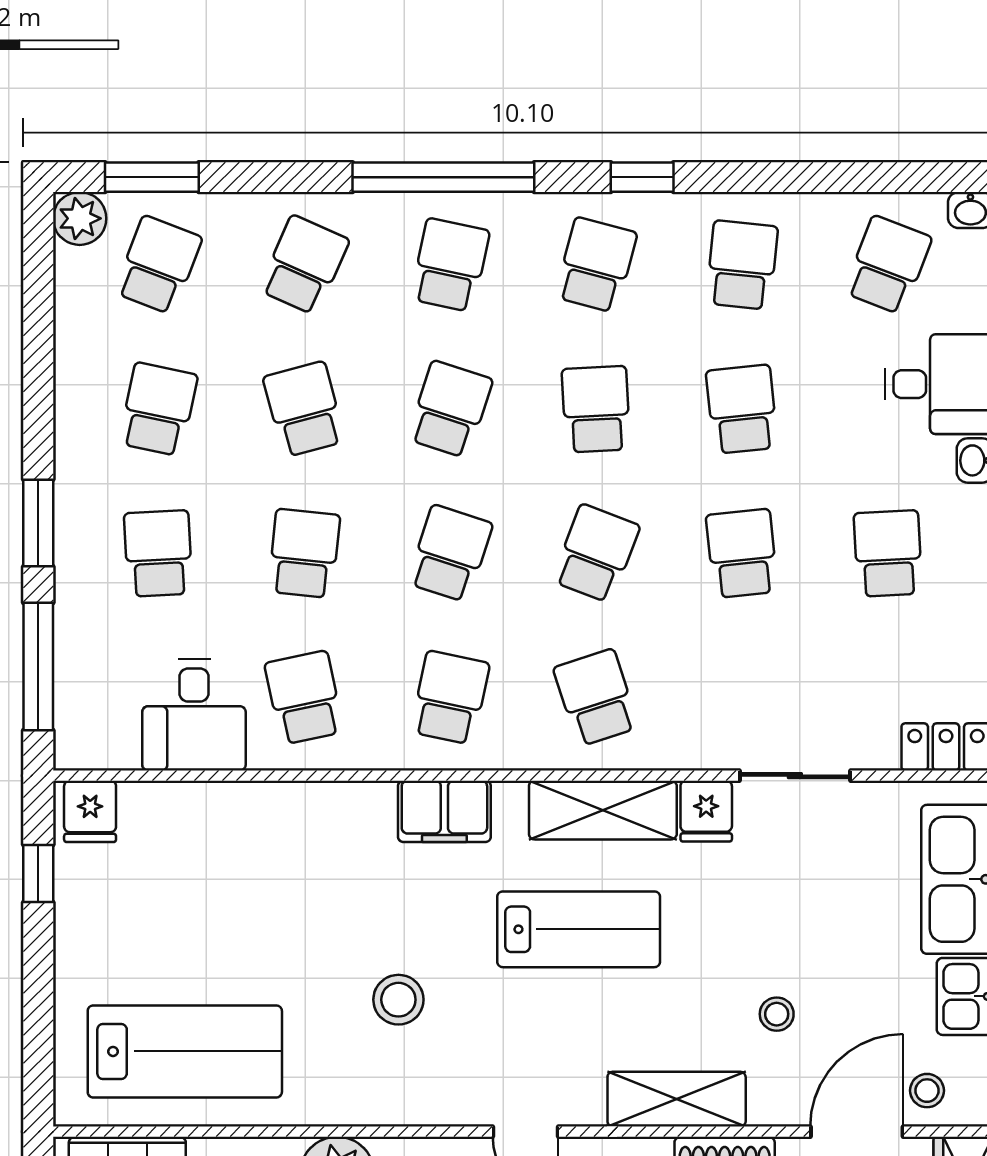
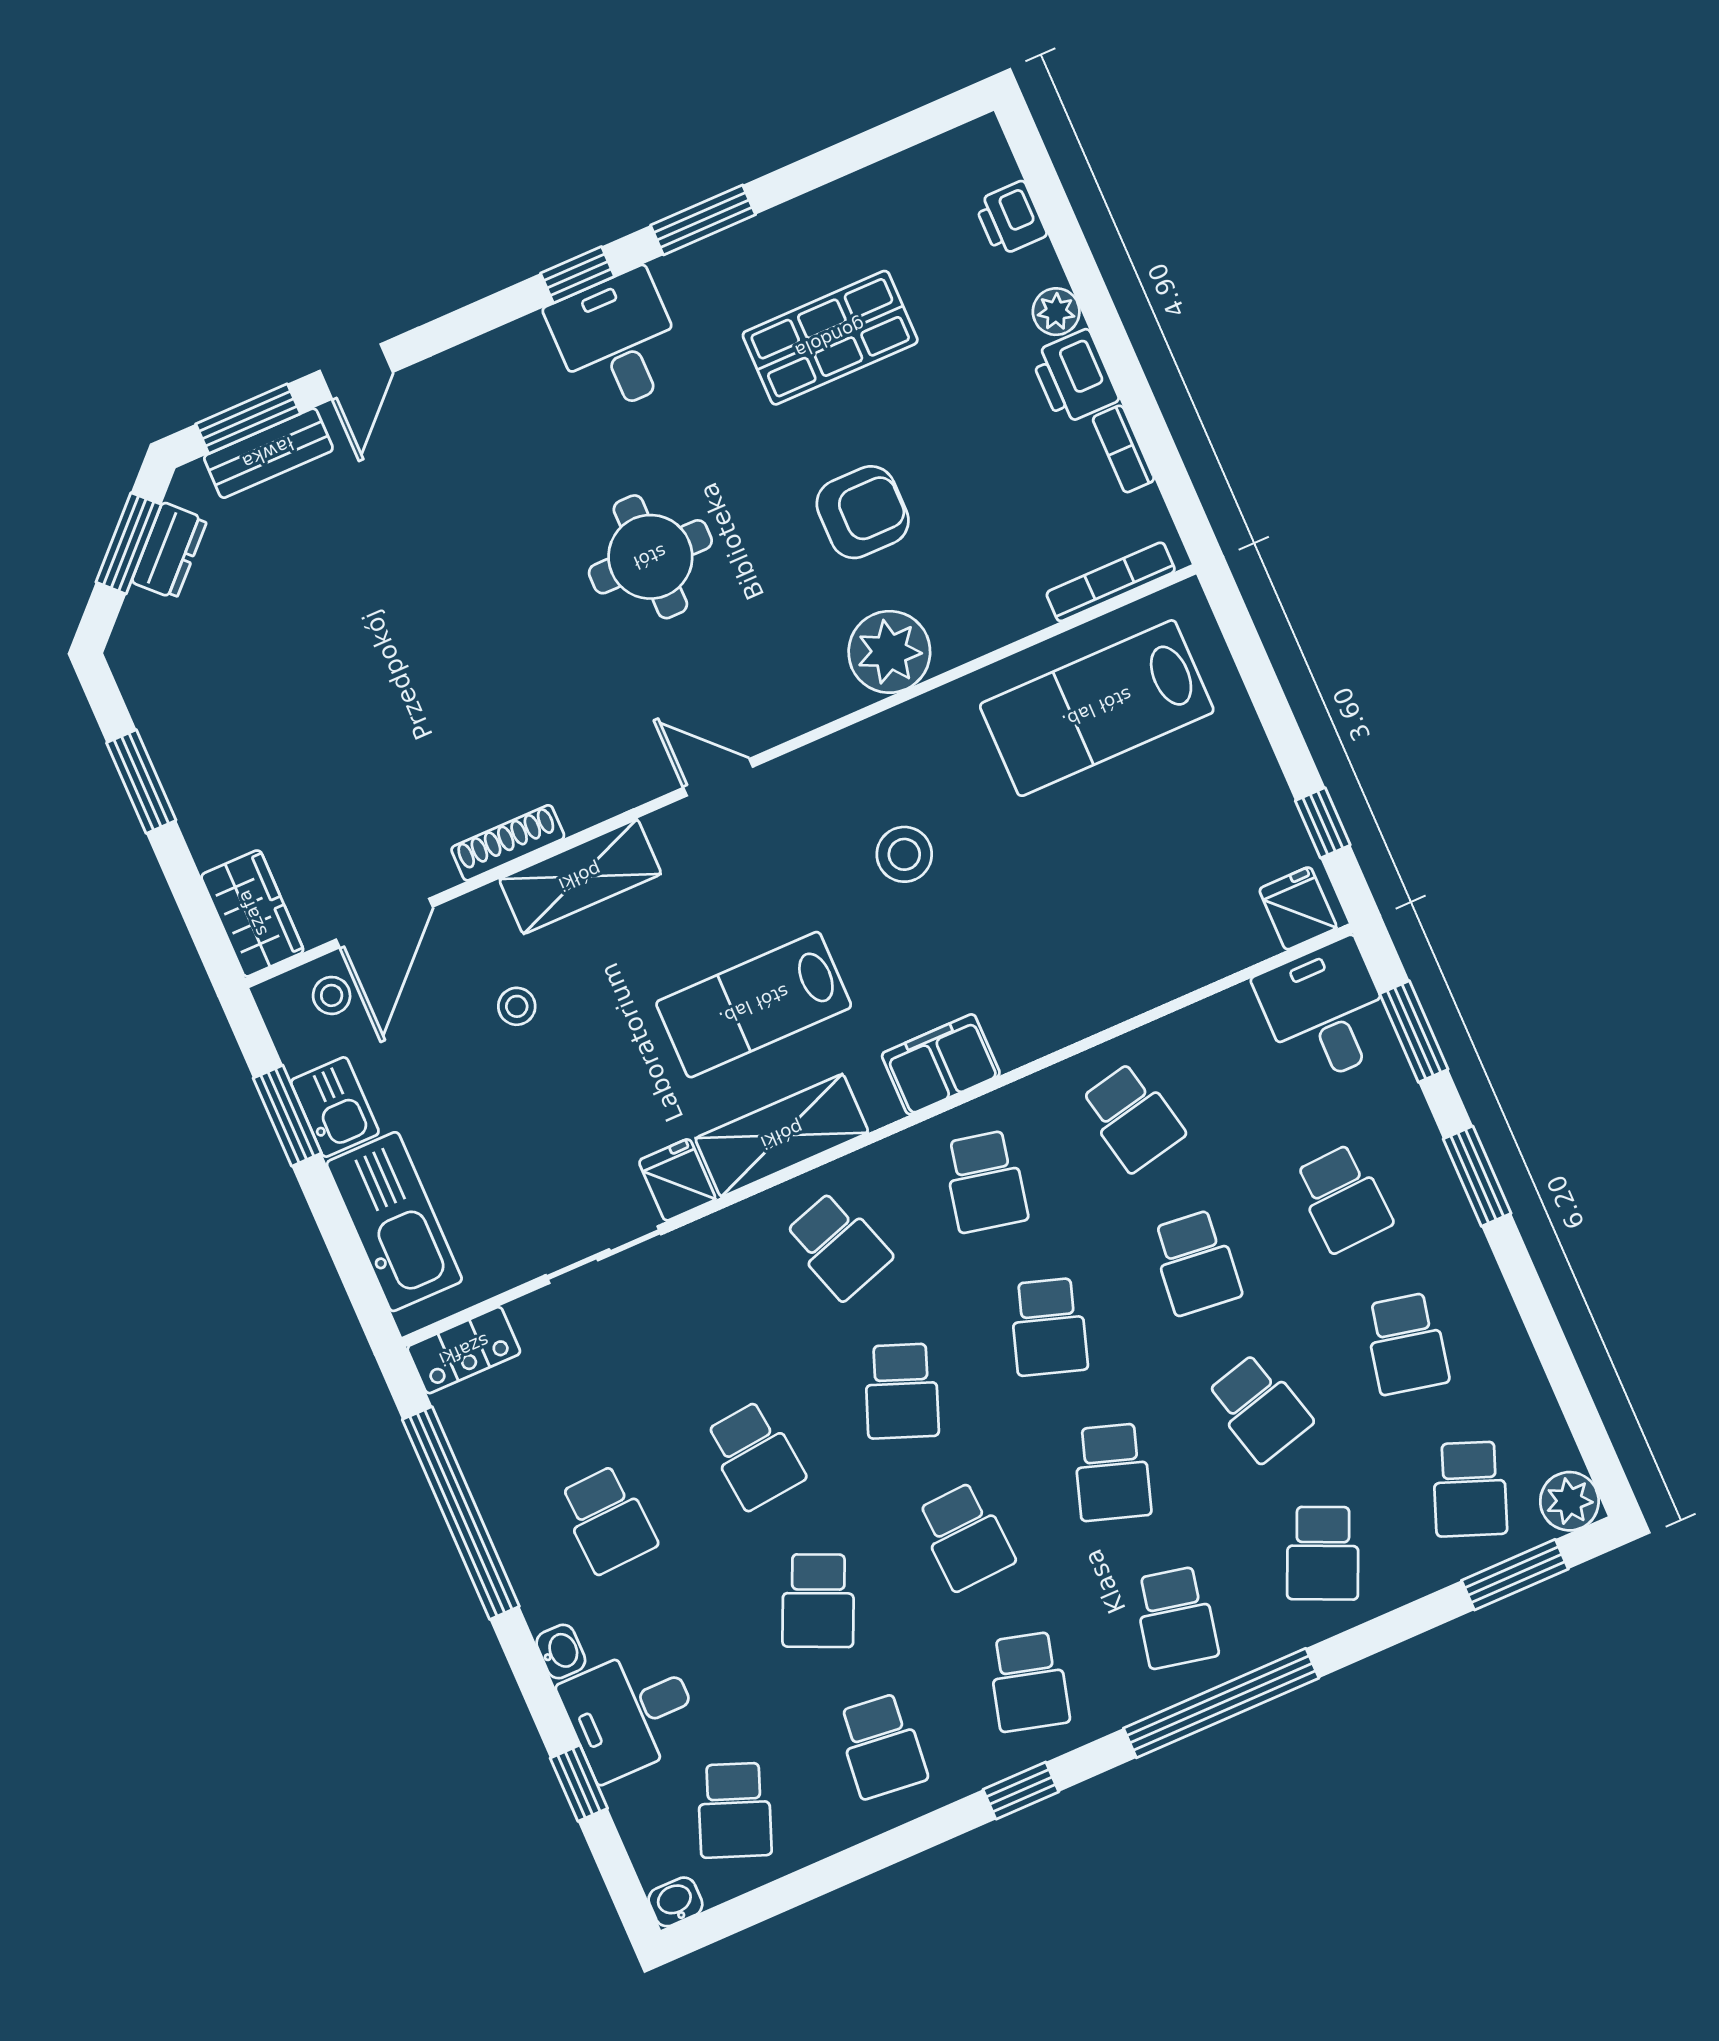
school desk: (742, 409) -> (818, 1601), turned 30
window: (38, 667) -> (1414, 1031), width x0.69
desk: (194, 715) -> (1326, 1012), moved

